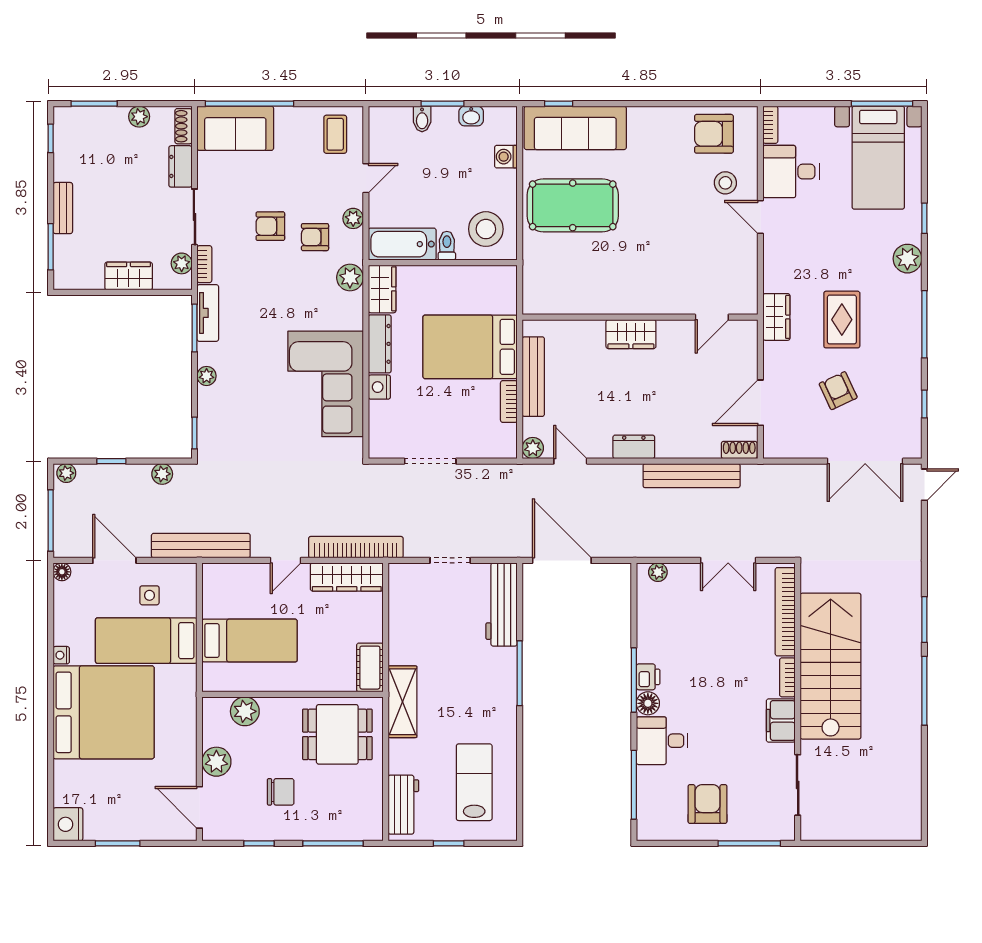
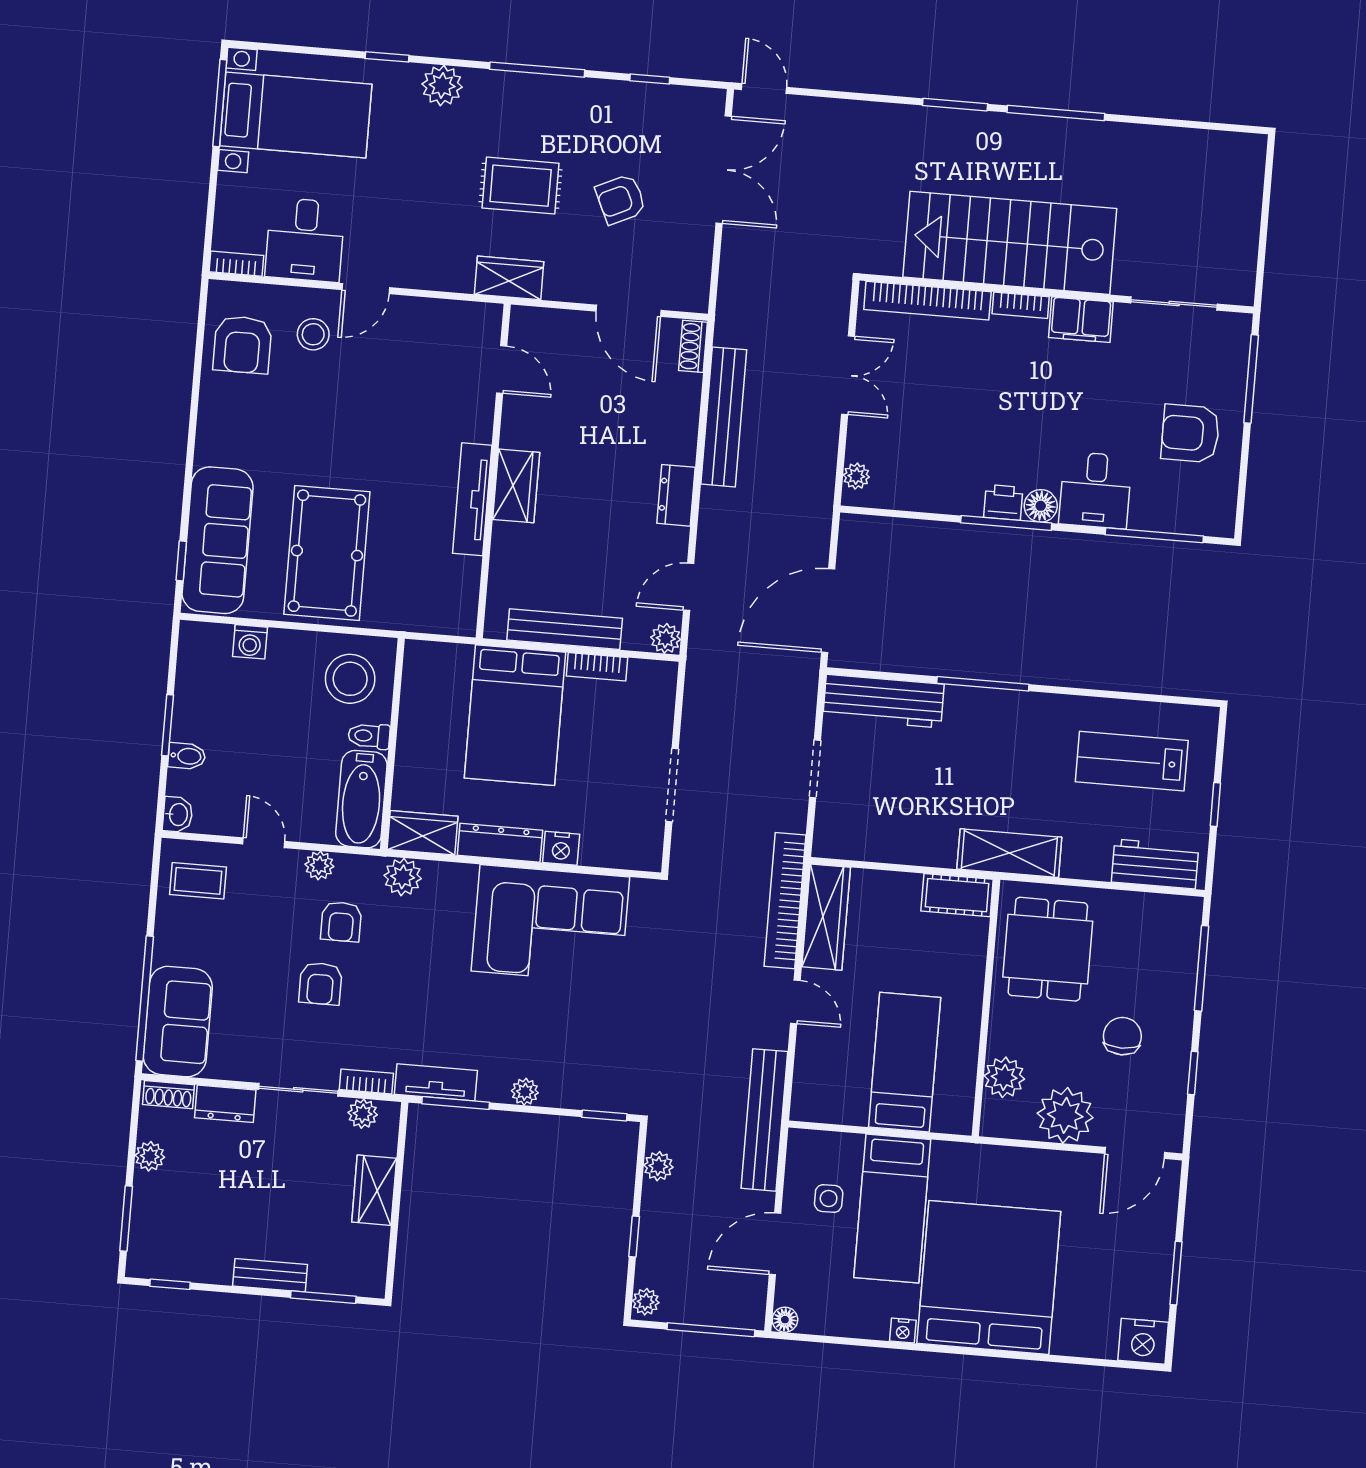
washbasin: (471, 116) -> (178, 815), moved
tv unit: (619, 304) -> (472, 499), added
plant: (216, 762) -> (1065, 1115), width x1.36, depth x1.36

